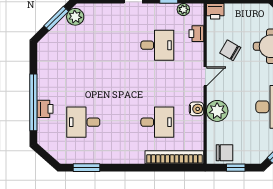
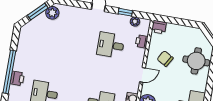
desk: (157, 45) -> (111, 45), turned 180

